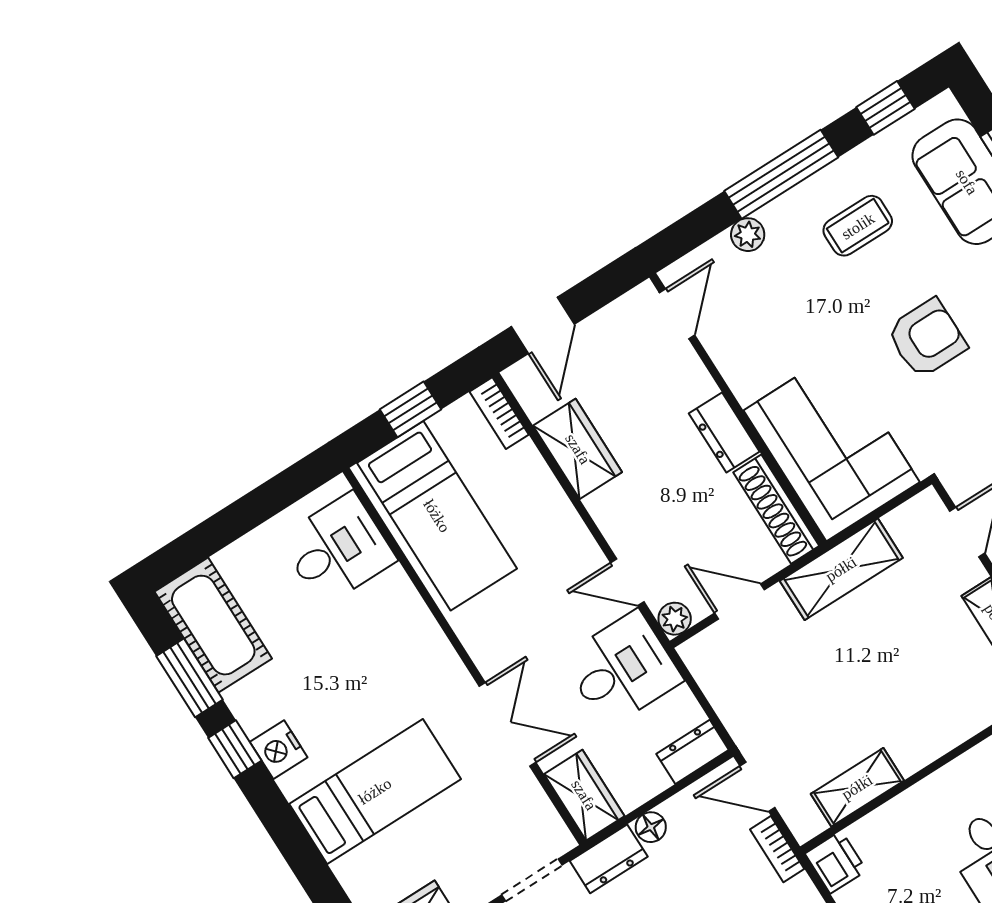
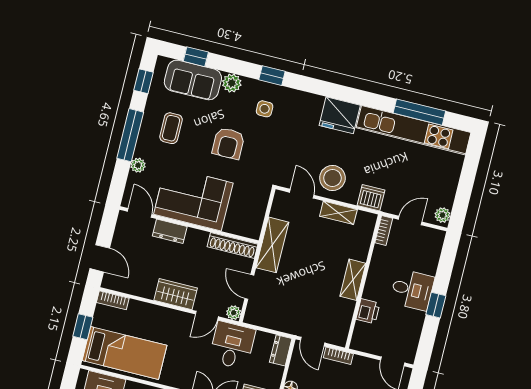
armchair: (927, 338) -> (228, 143), turned 180
dresser: (724, 432) -> (170, 231), moved
corner sofa: (832, 446) -> (193, 199), moved
wardrobe: (578, 449) -> (176, 294), moved
door: (740, 601) -> (249, 287), hinge flipped
door: (757, 787) -> (313, 342), hinge flipped
shelving: (857, 787) -> (353, 280), moved
printer: (836, 862) -> (368, 311), moved, turned 90

